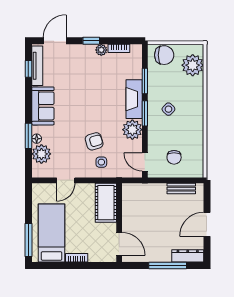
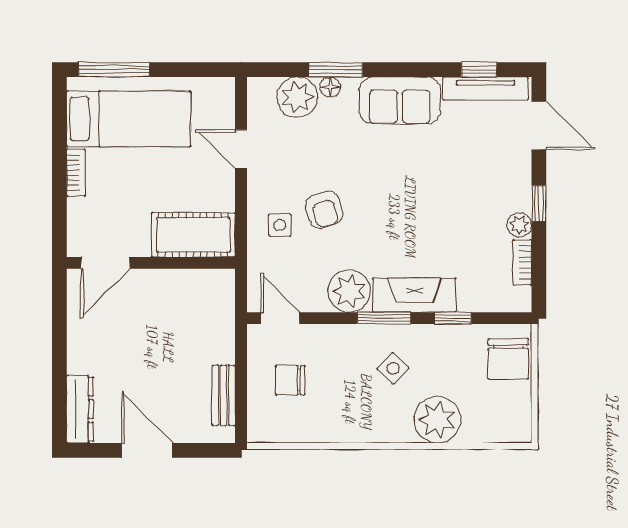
plant: (193, 65) -> (437, 420), moved
window: (145, 81) -> (453, 318), width x0.67
door: (145, 162) -> (280, 318), hinge flipped
window: (168, 266) -> (59, 366), removed

